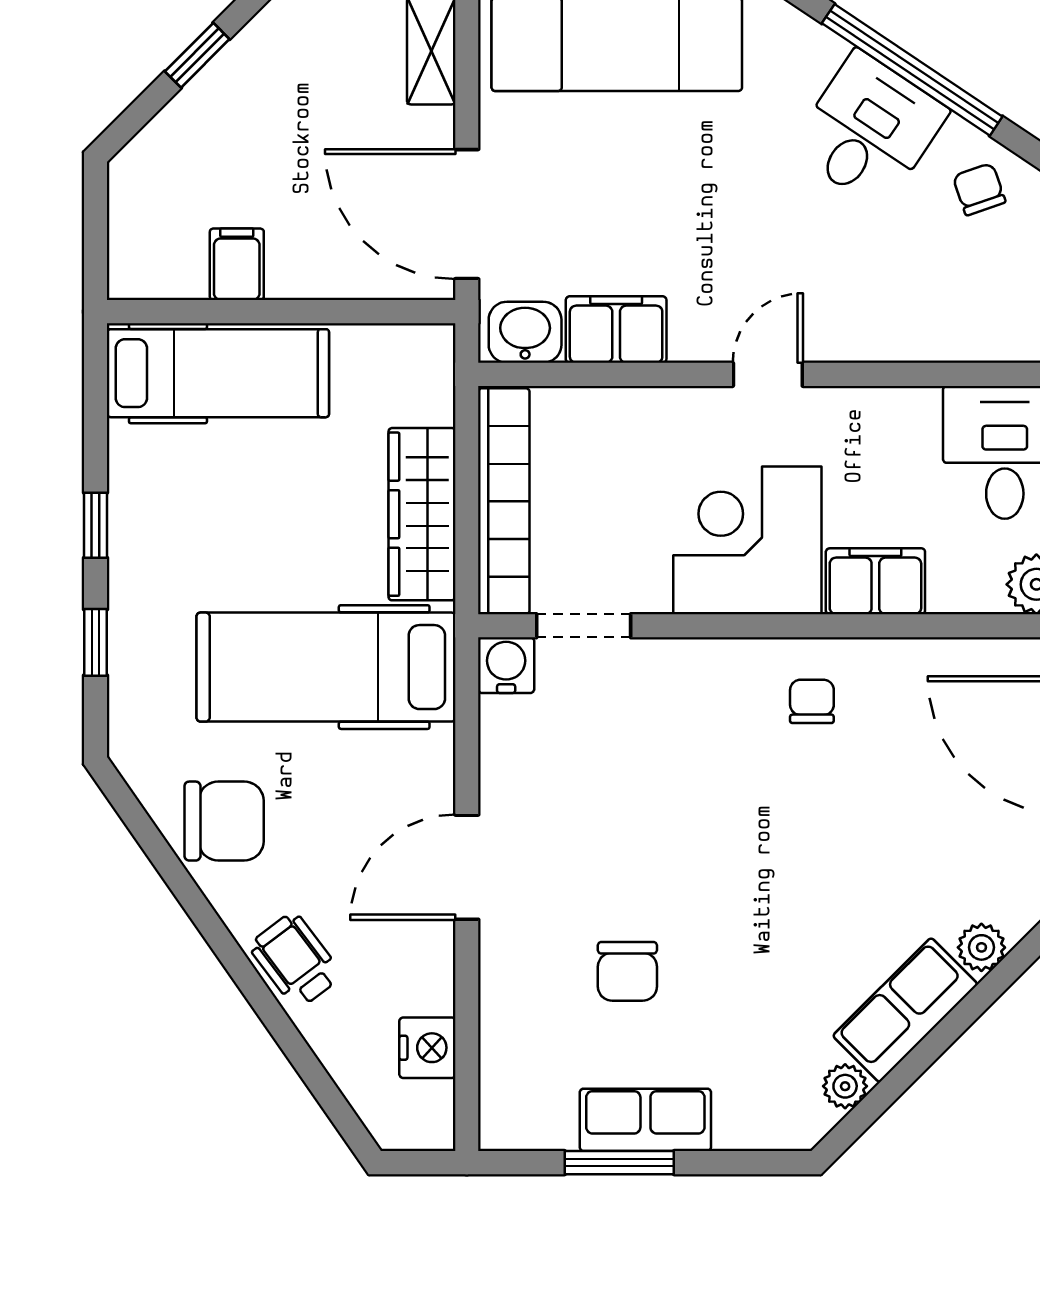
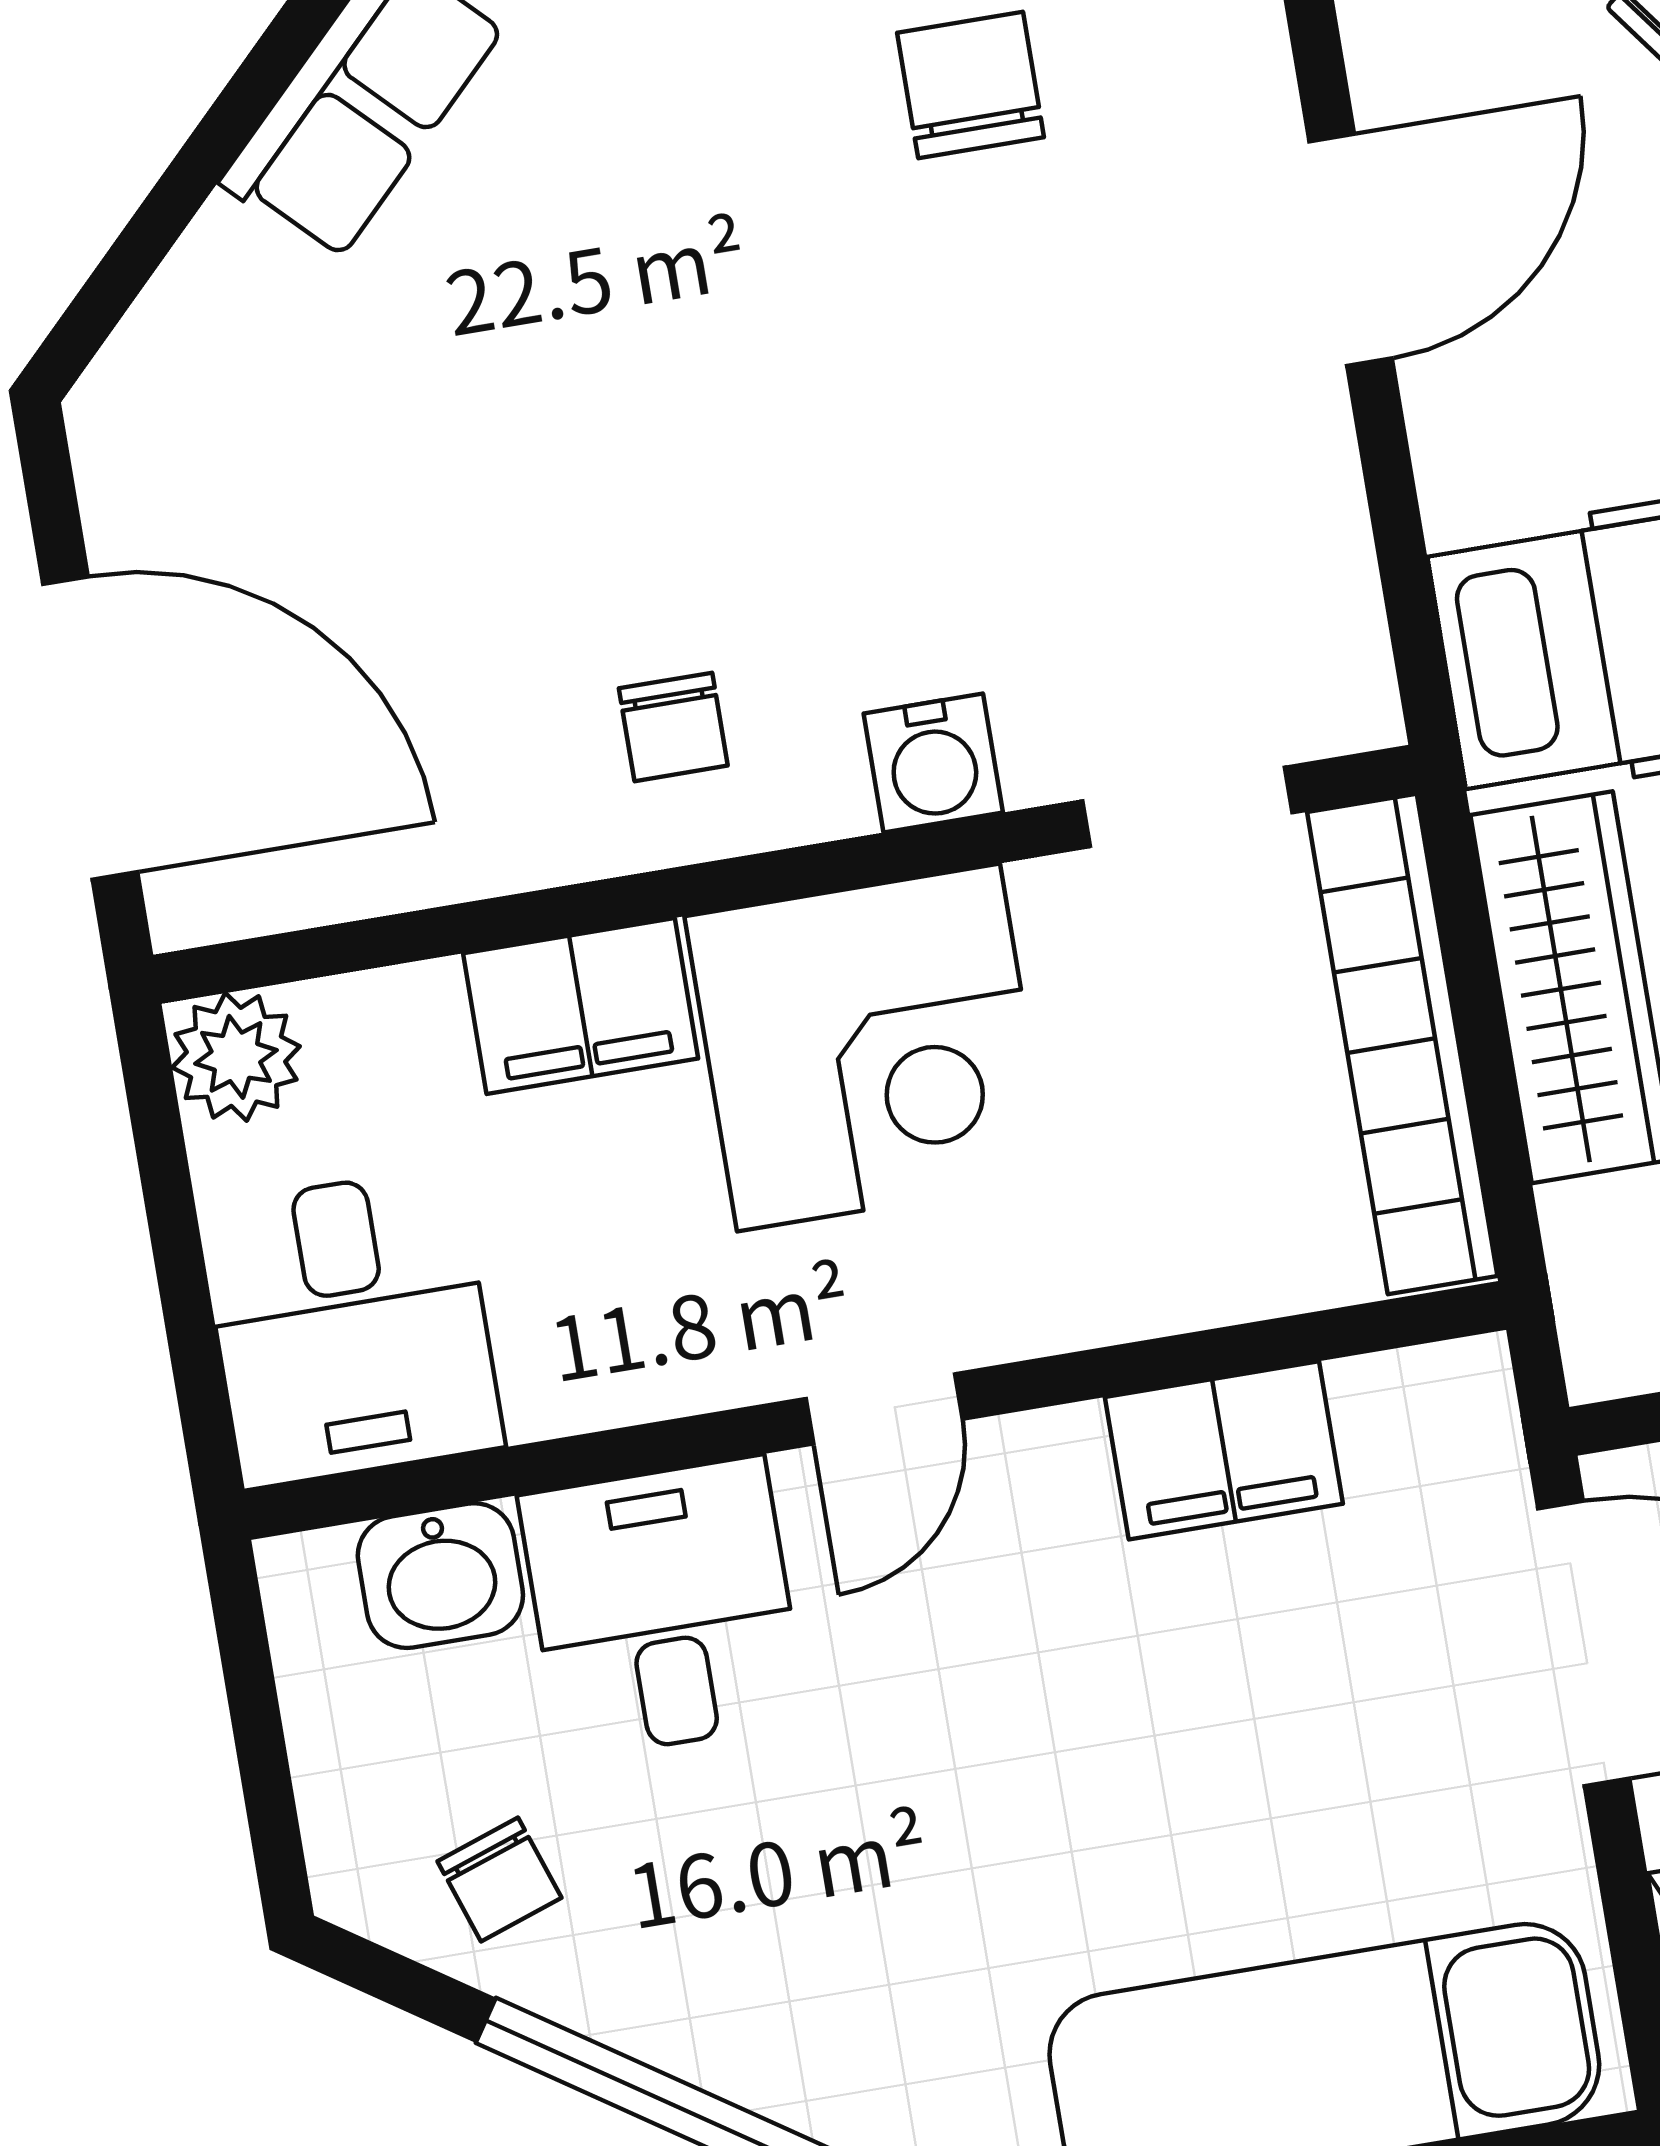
desk: (869, 130) -> (663, 1608), moved, turned 146
washbasin: (525, 332) -> (440, 1576), moved
water cooler: (506, 665) -> (933, 763), moved
plant: (981, 947) -> (224, 263), removed

